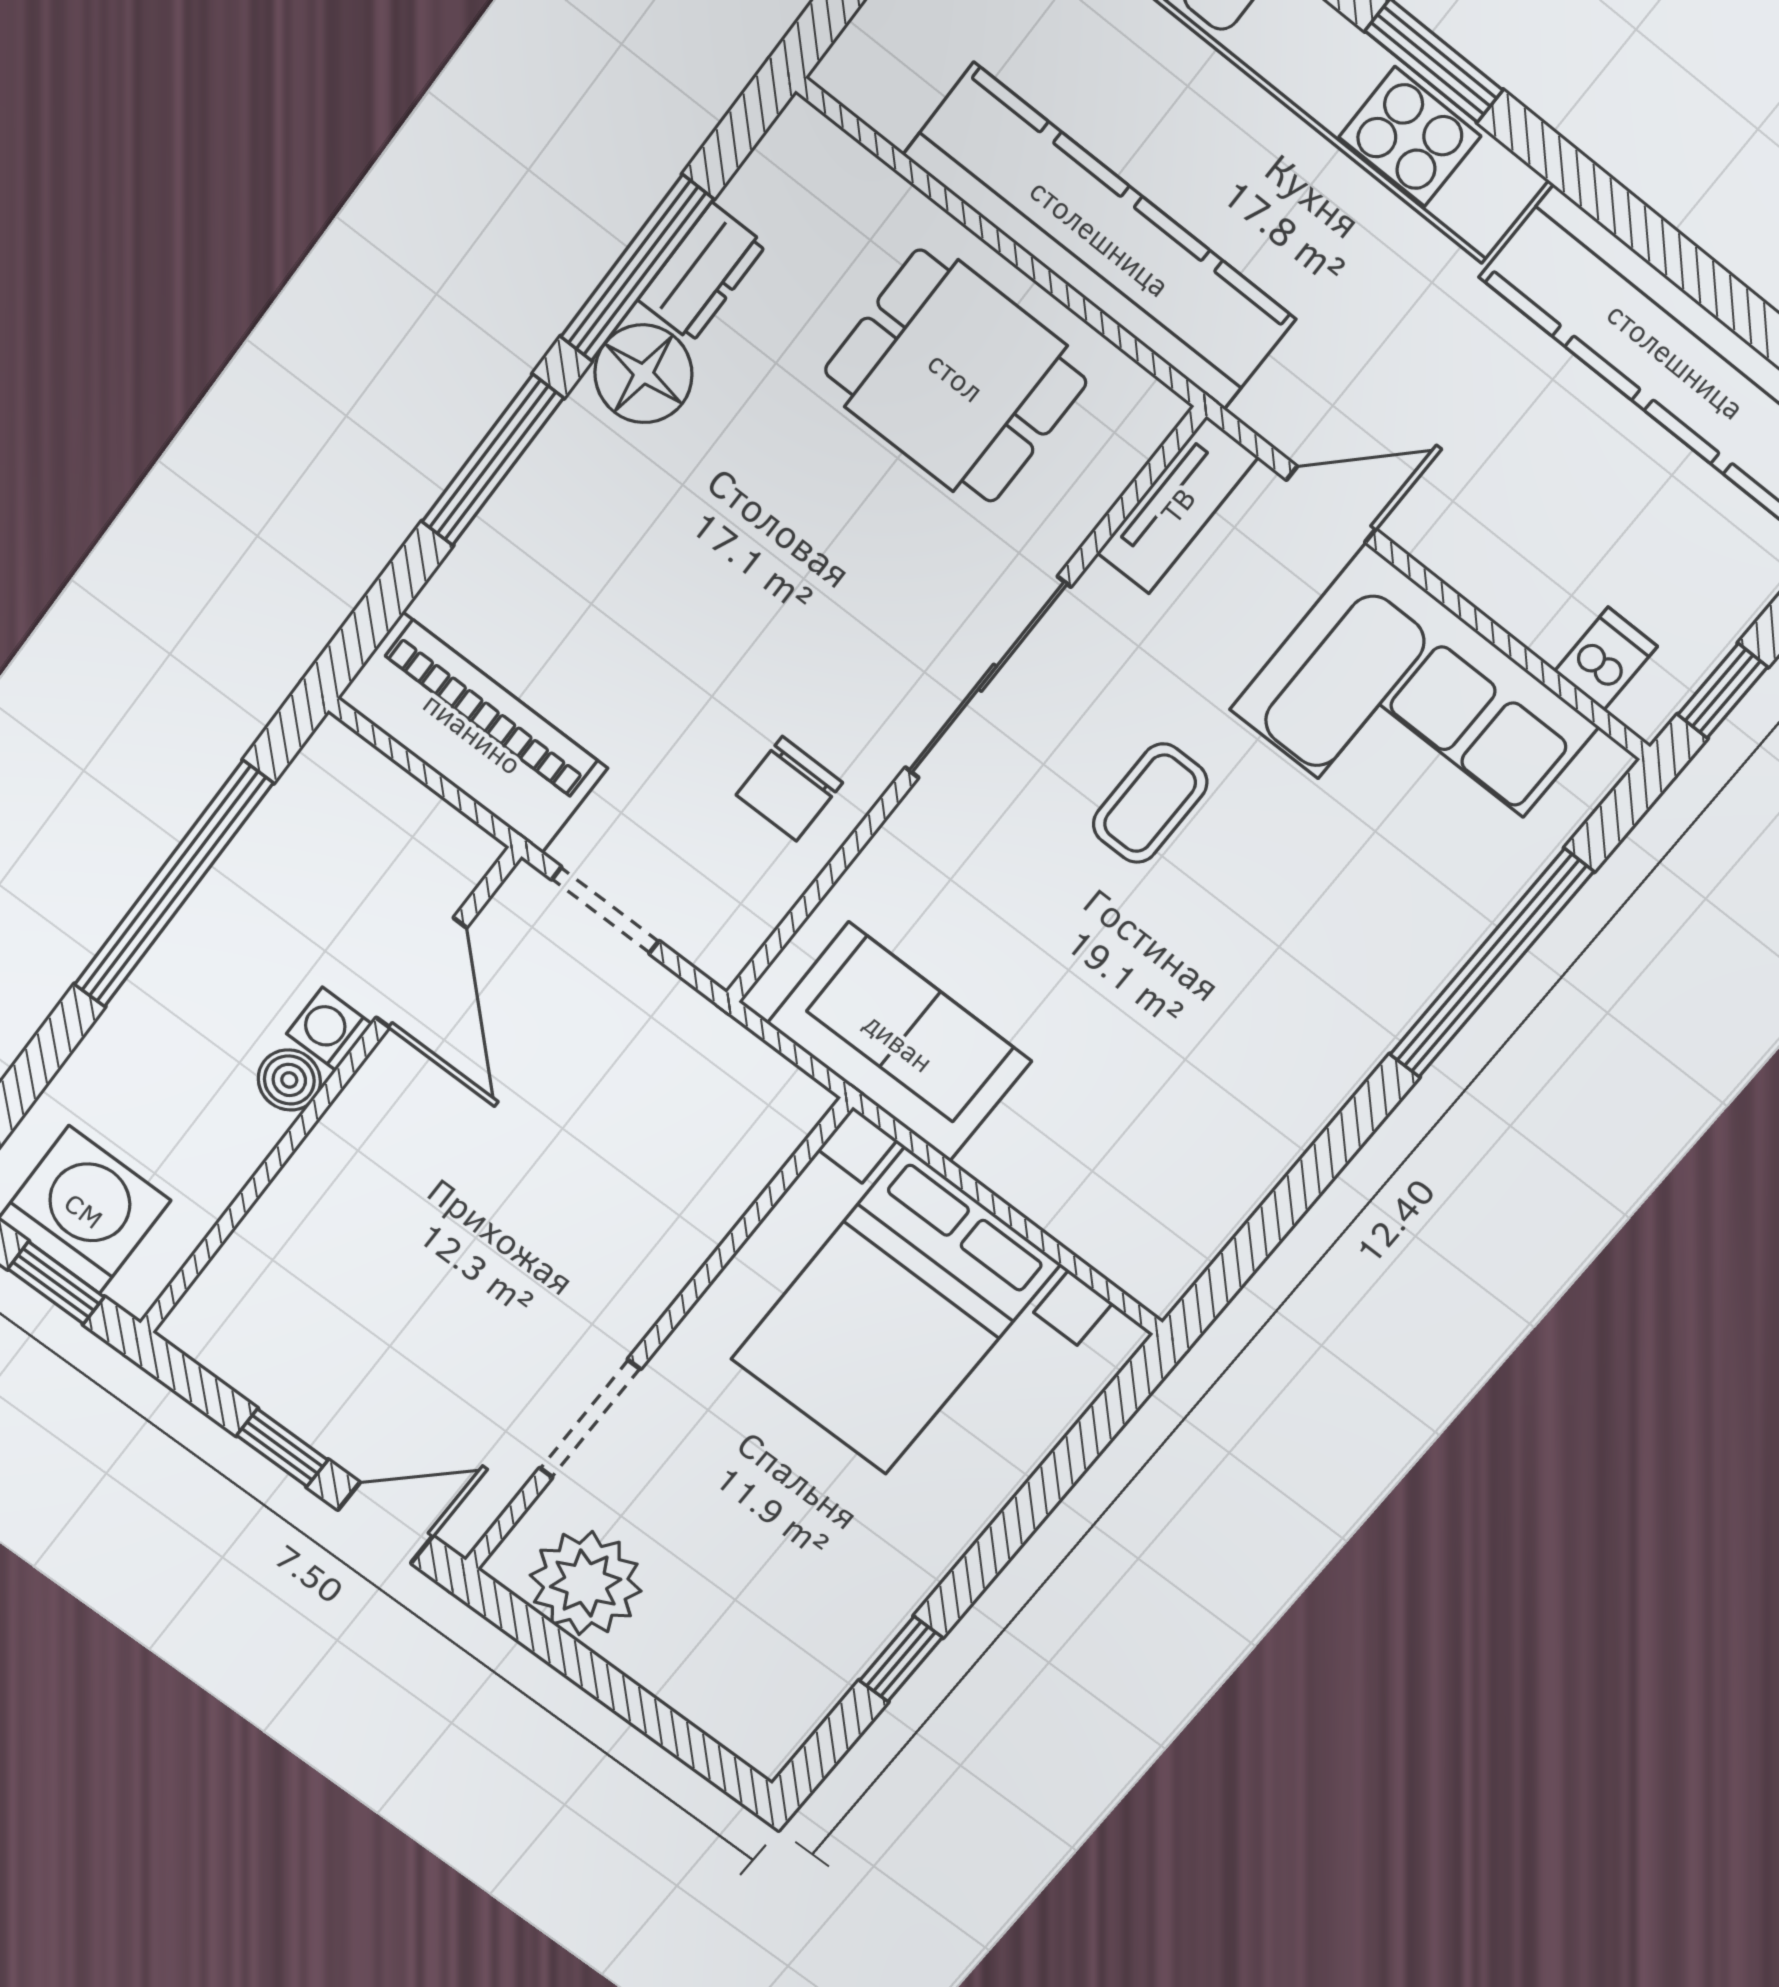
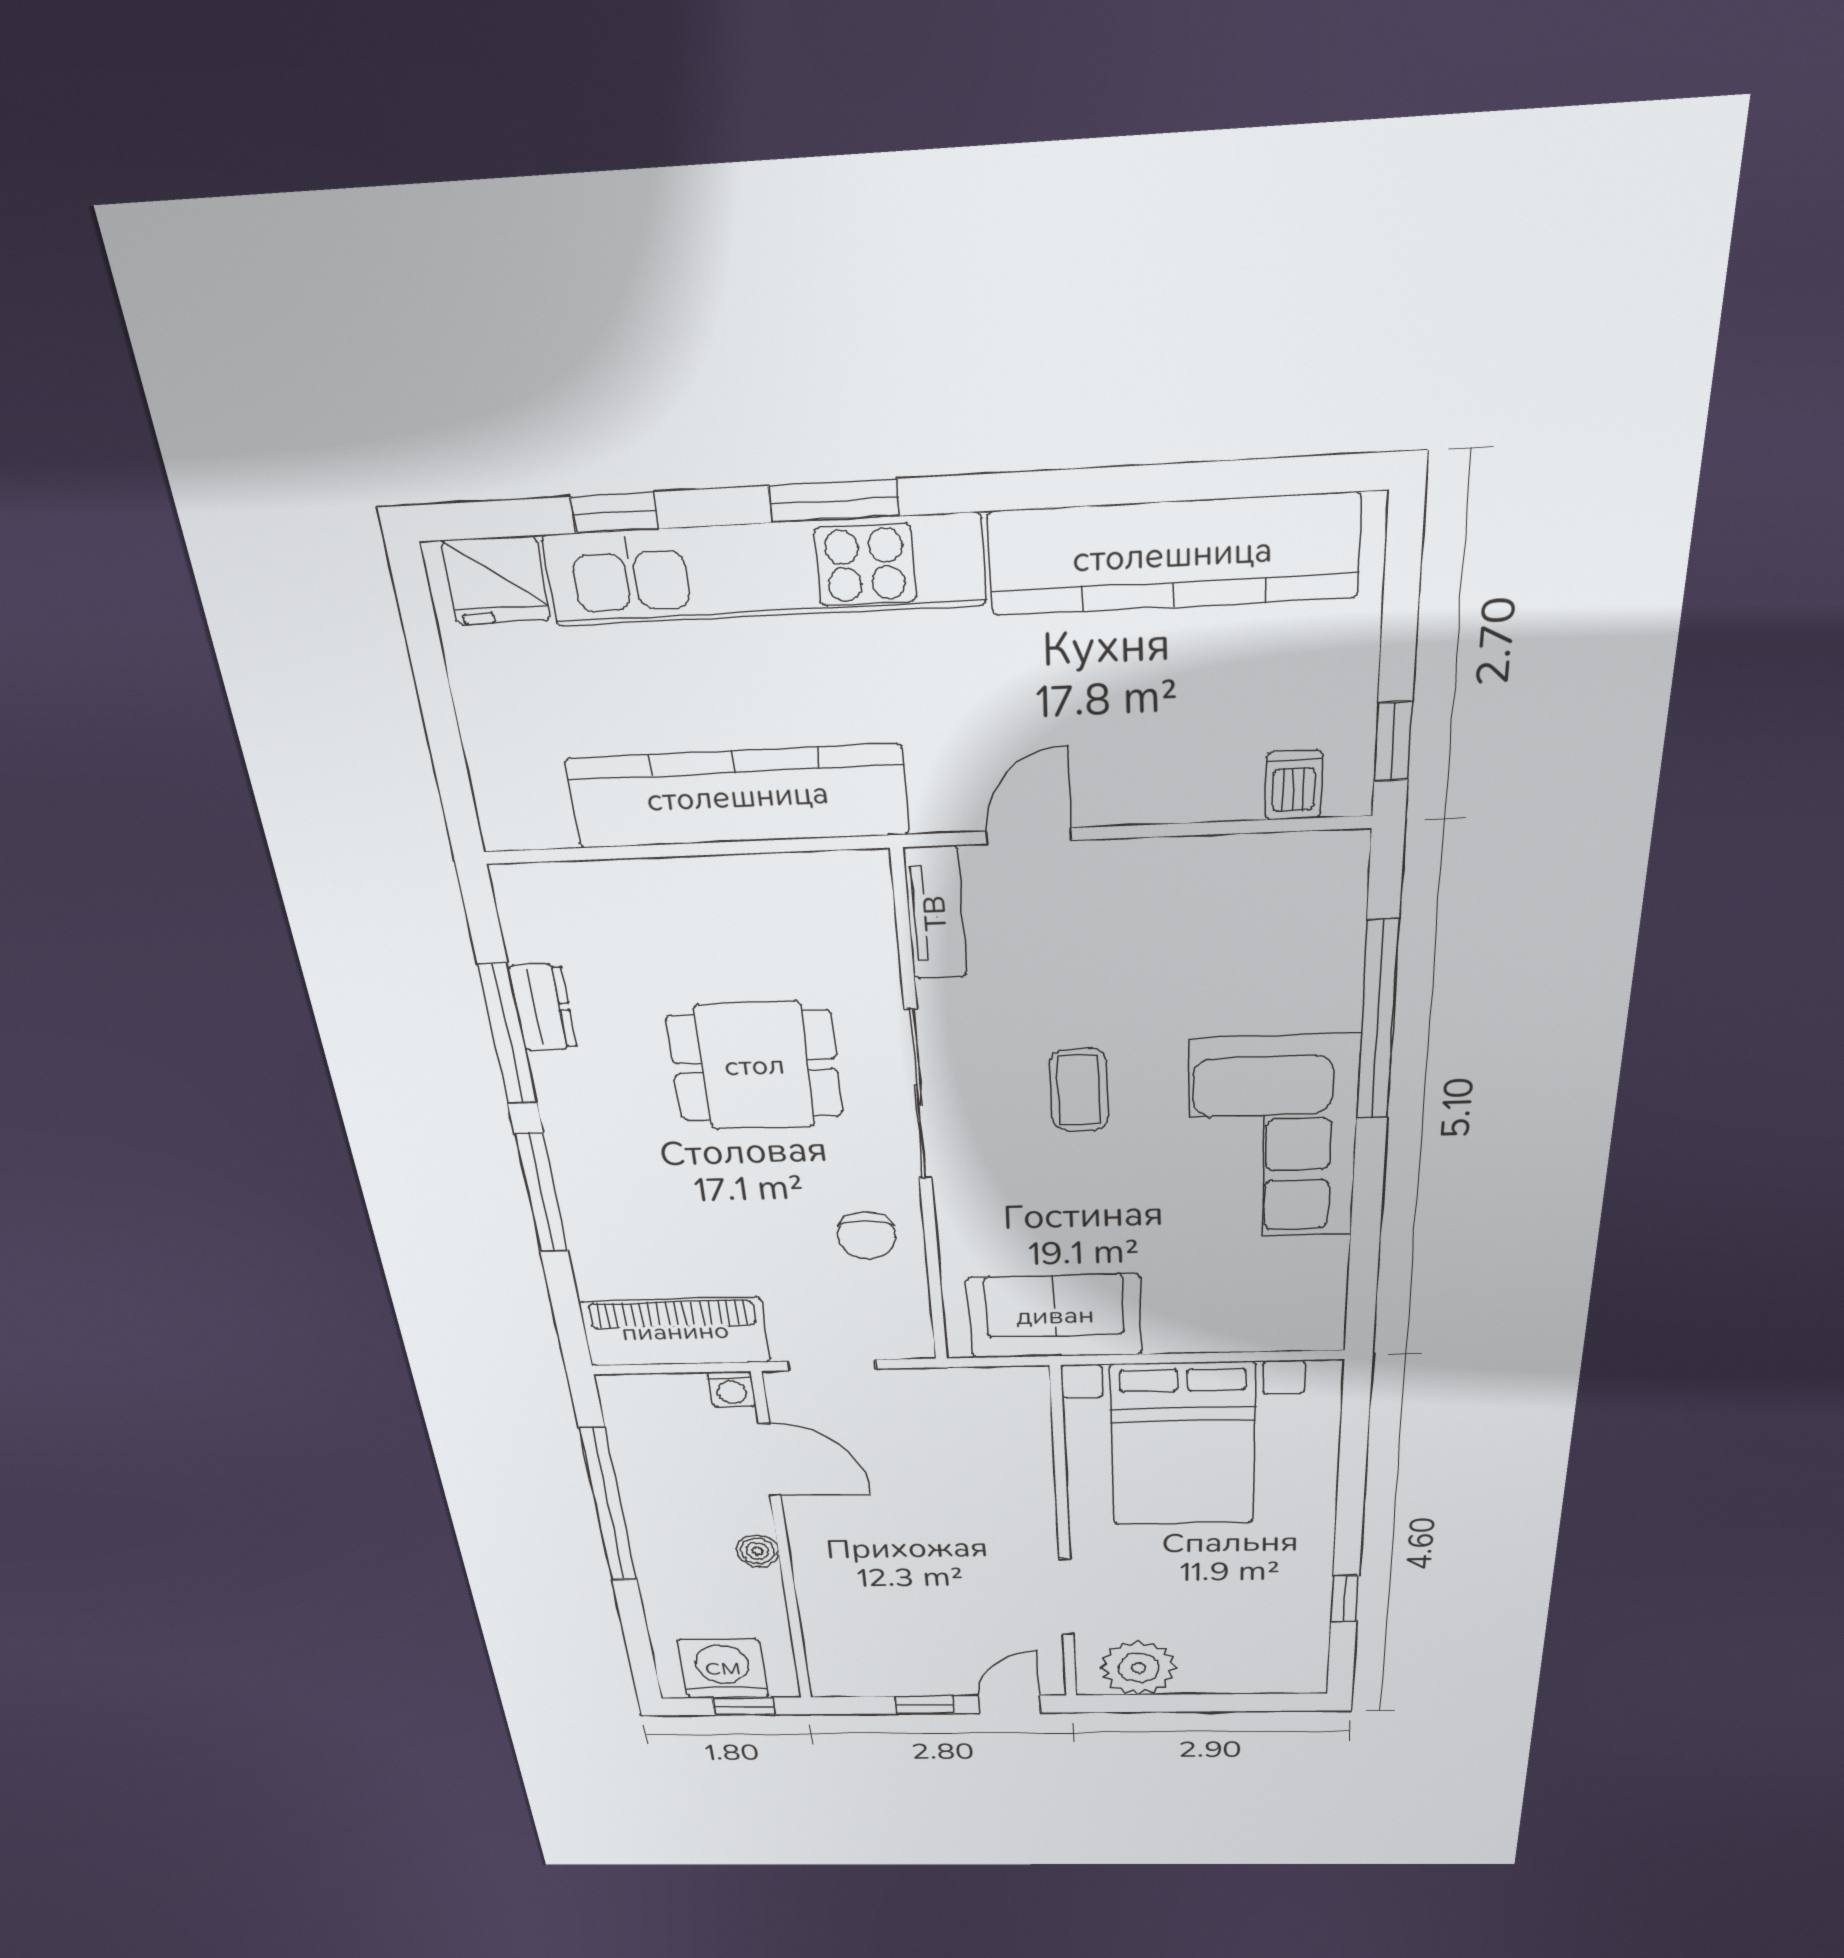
floor lamp: (643, 374) -> (570, 1087), removed
dining table: (956, 376) -> (755, 1066), moved
corner sofa: (1414, 718) -> (1273, 1139), moved, turned 90
washing machine: (329, 1029) -> (732, 1389), moved, turned -90

